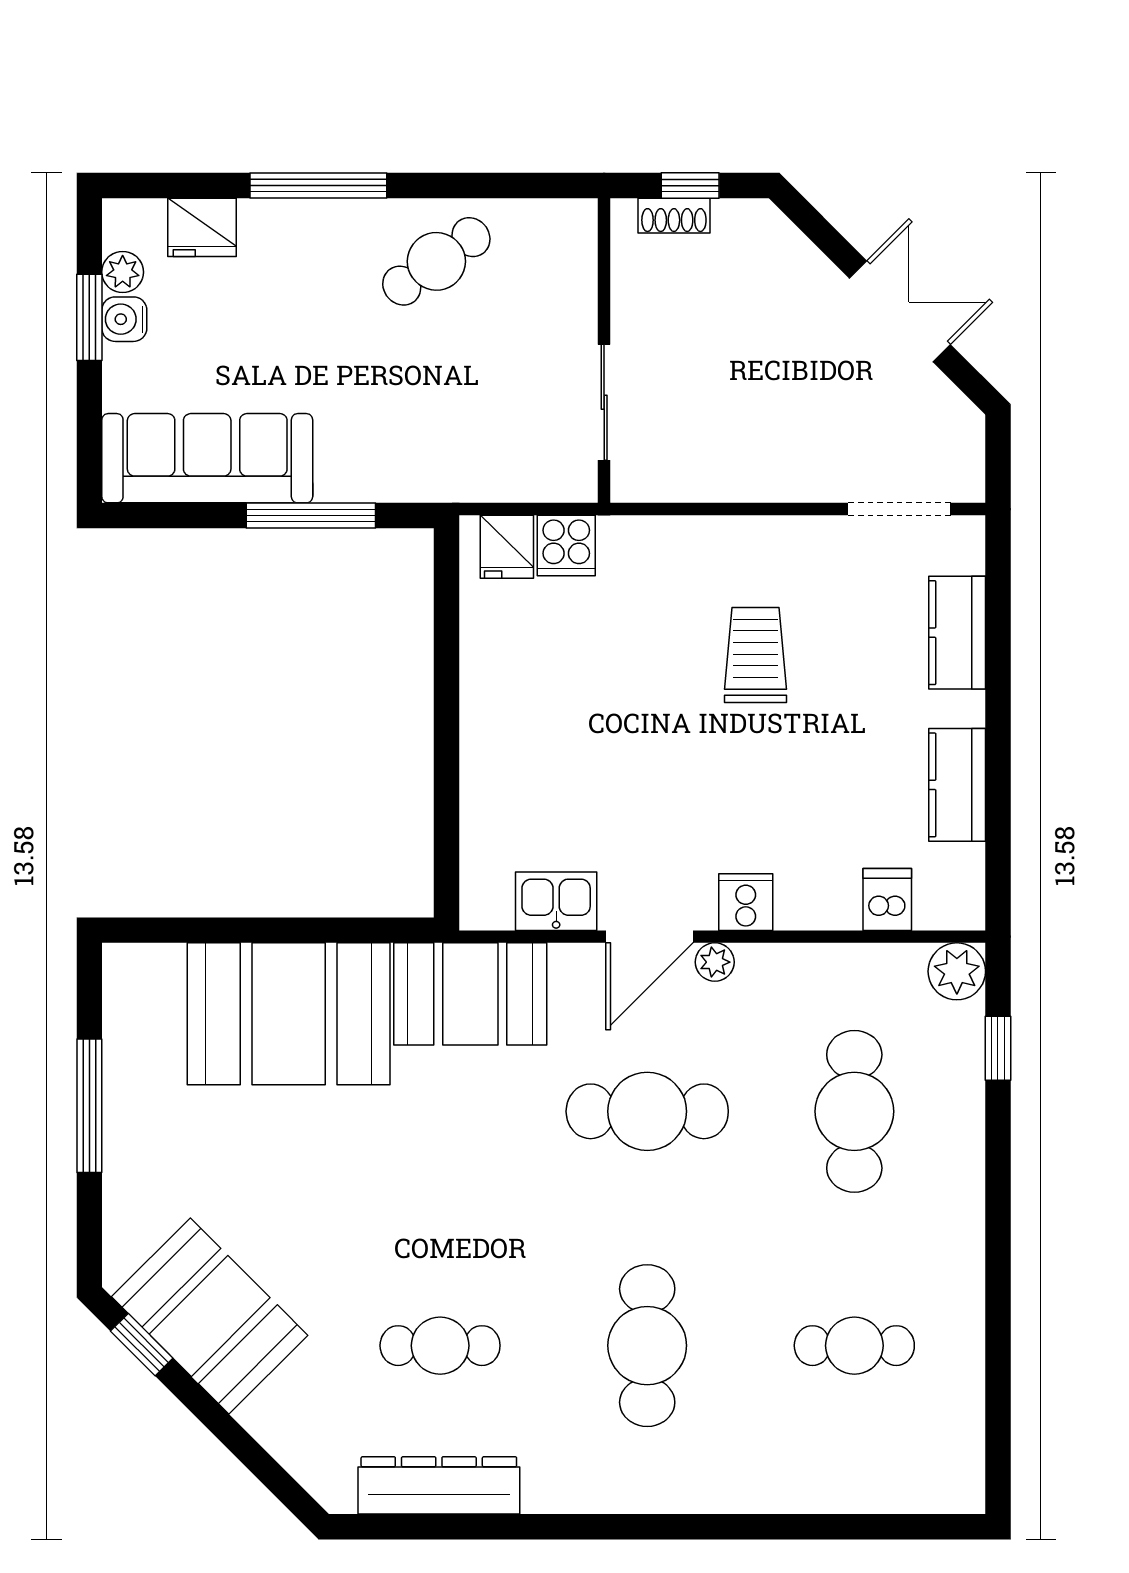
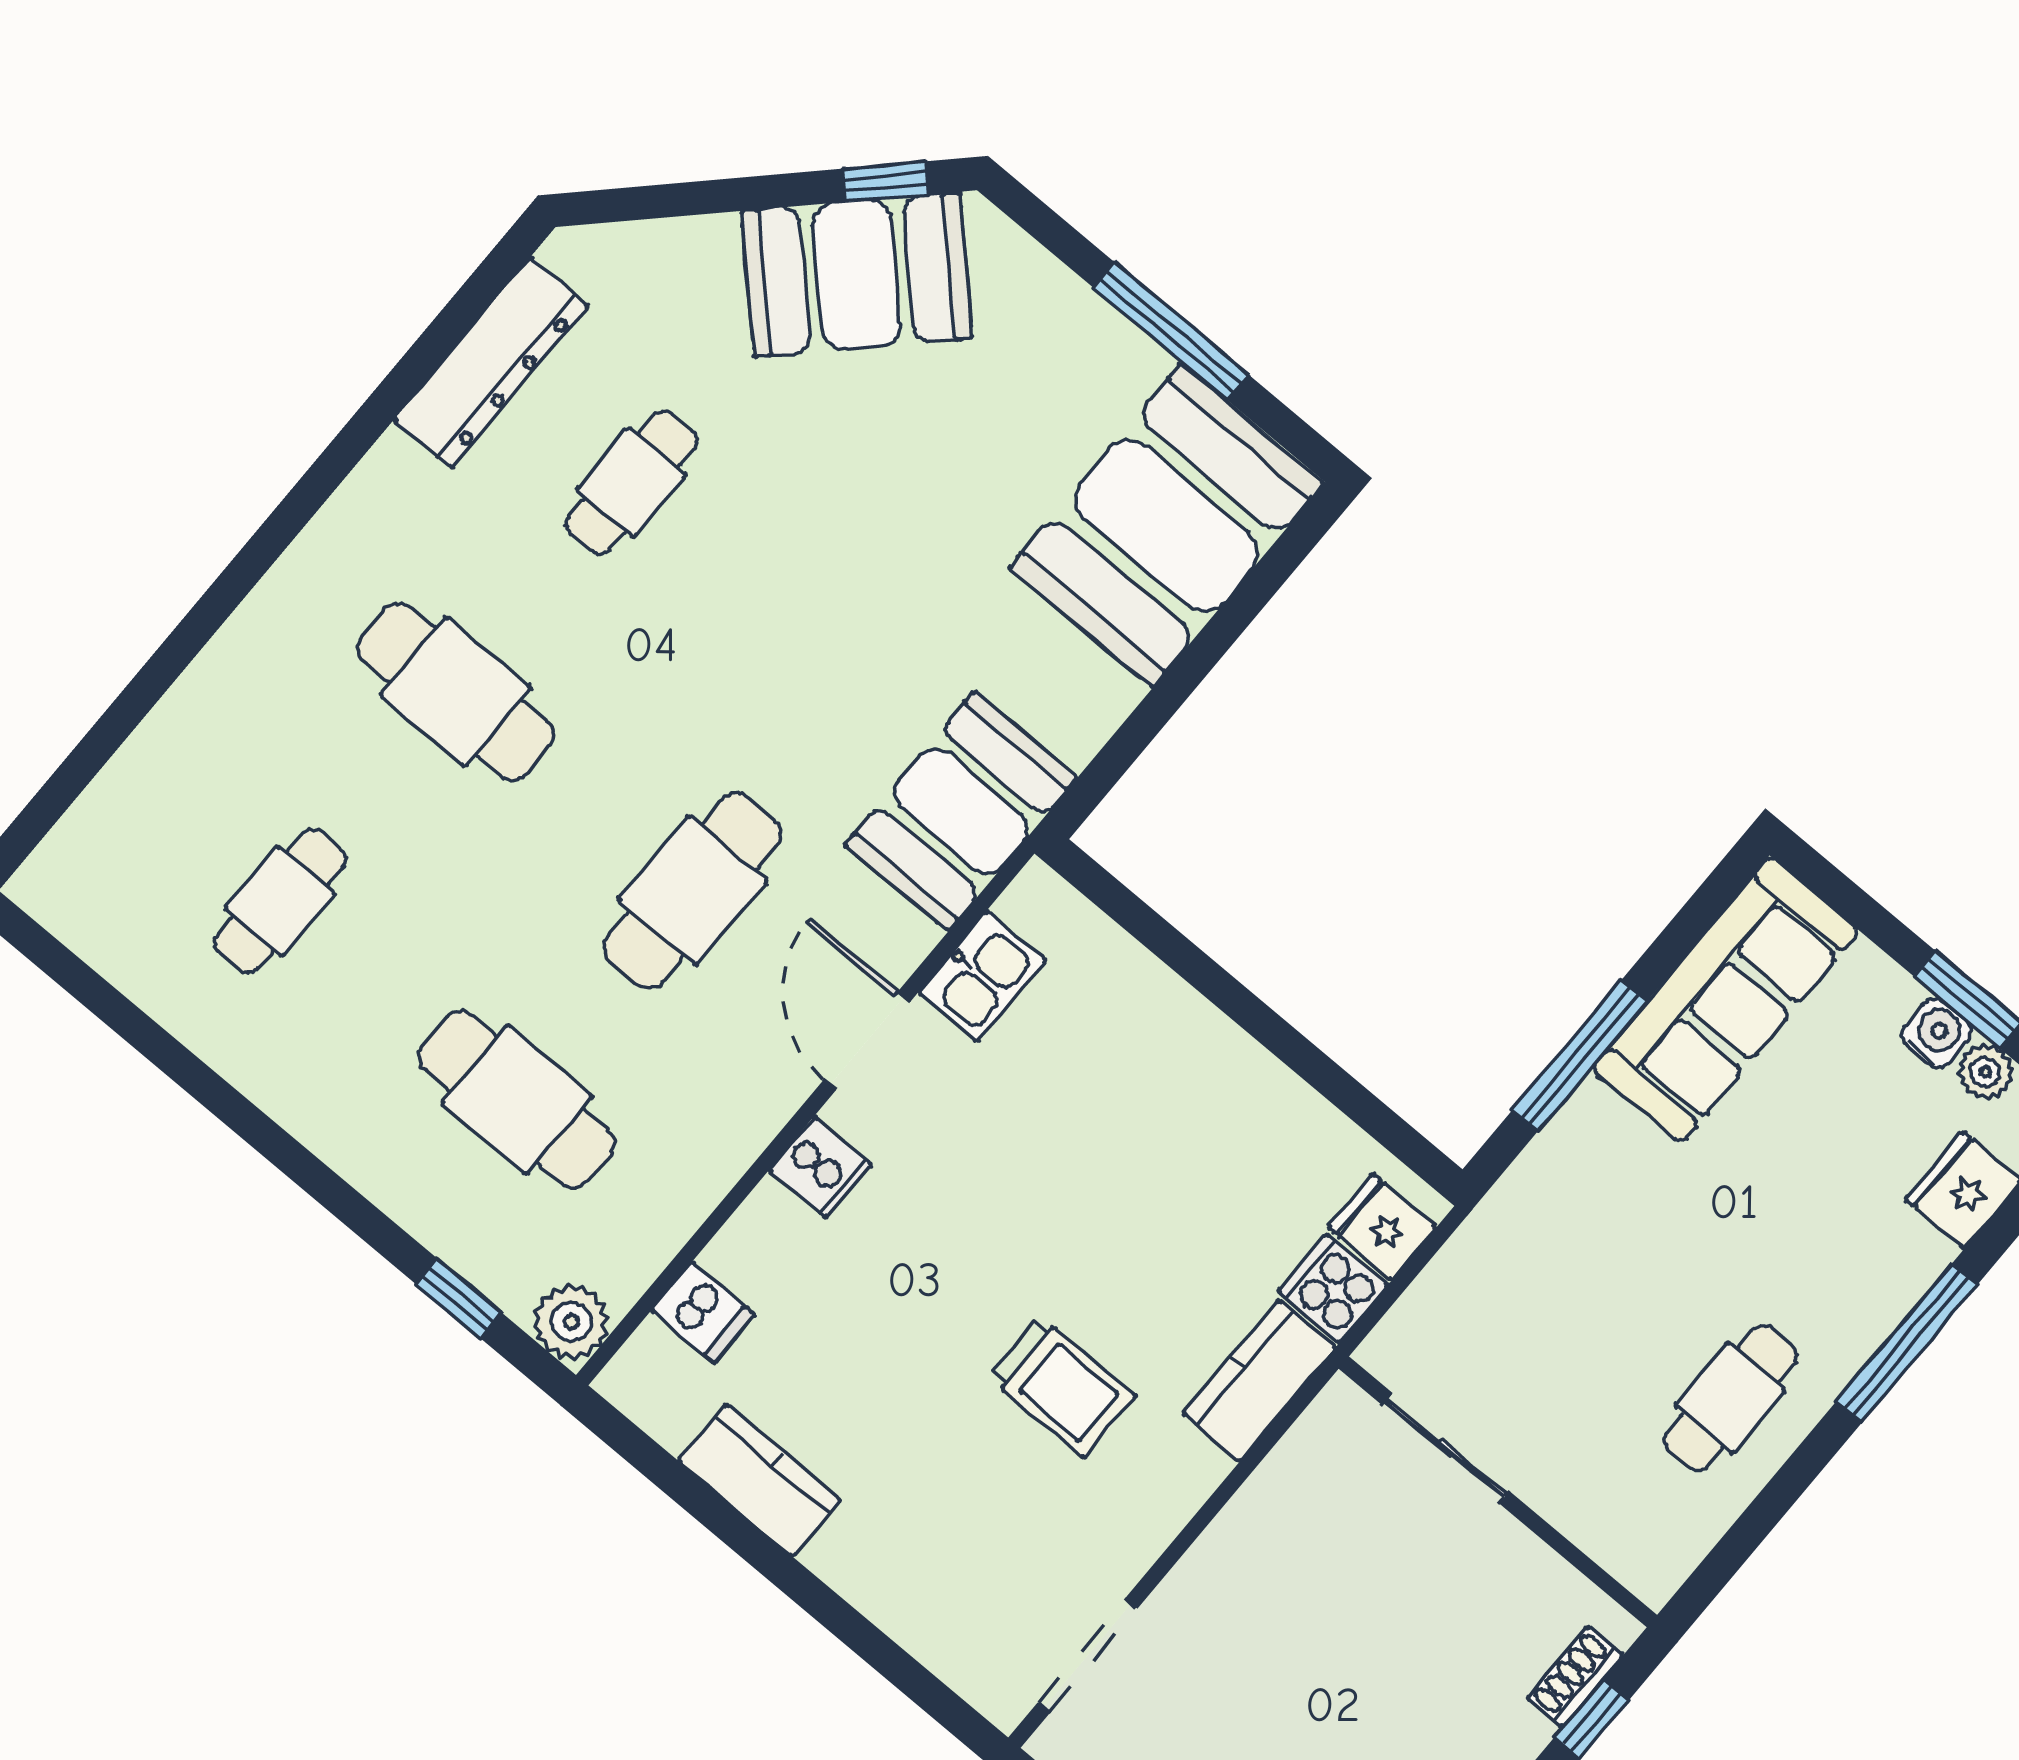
cafe table: (436, 261) -> (1730, 1398), turned 35
kitchen counter: (957, 633) -> (1259, 1381), moved, turned -90
plant: (715, 962) -> (786, 1085), removed
booth: (289, 1014) -> (1166, 526), moved

